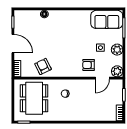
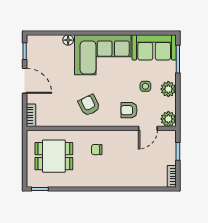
corner sofa: (70, 25) -> (103, 55), added
armchair: (43, 66) -> (89, 105), moved
dining table: (34, 98) -> (54, 156), width x0.73

